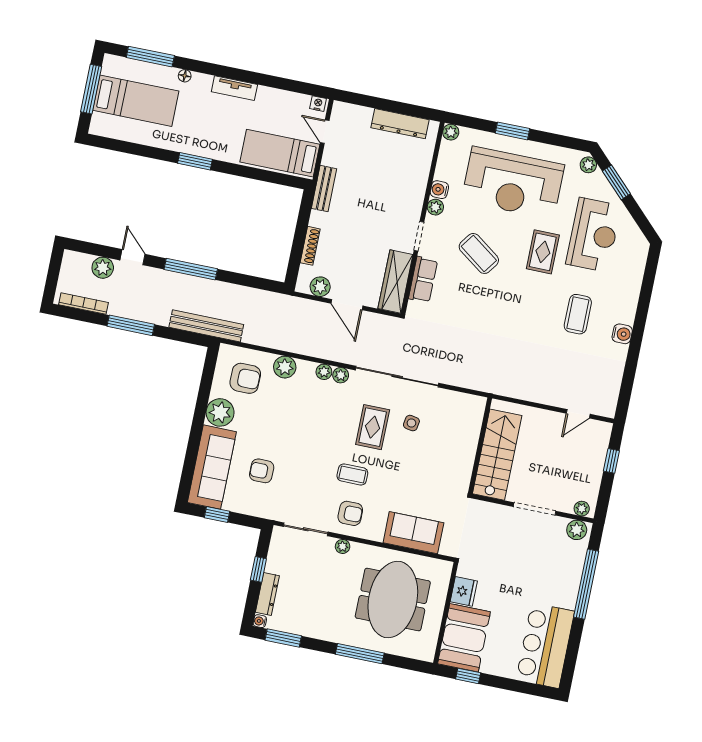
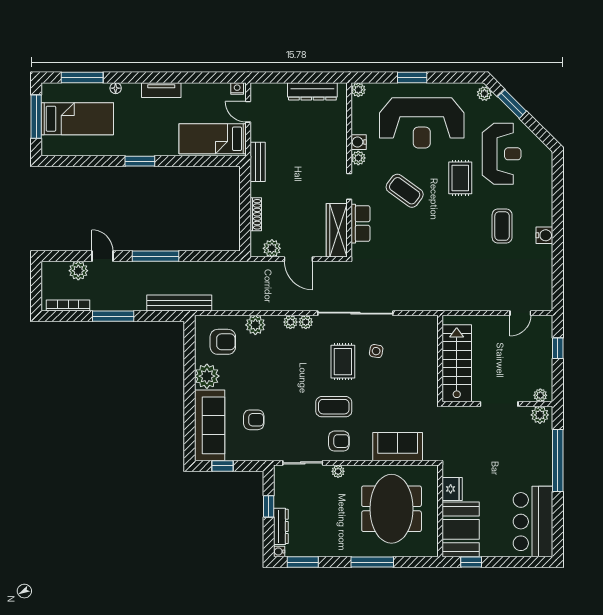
armchair: (262, 471) -> (254, 420), turned 180
coffee table: (352, 474) -> (334, 407), width x1.36, depth x1.30

